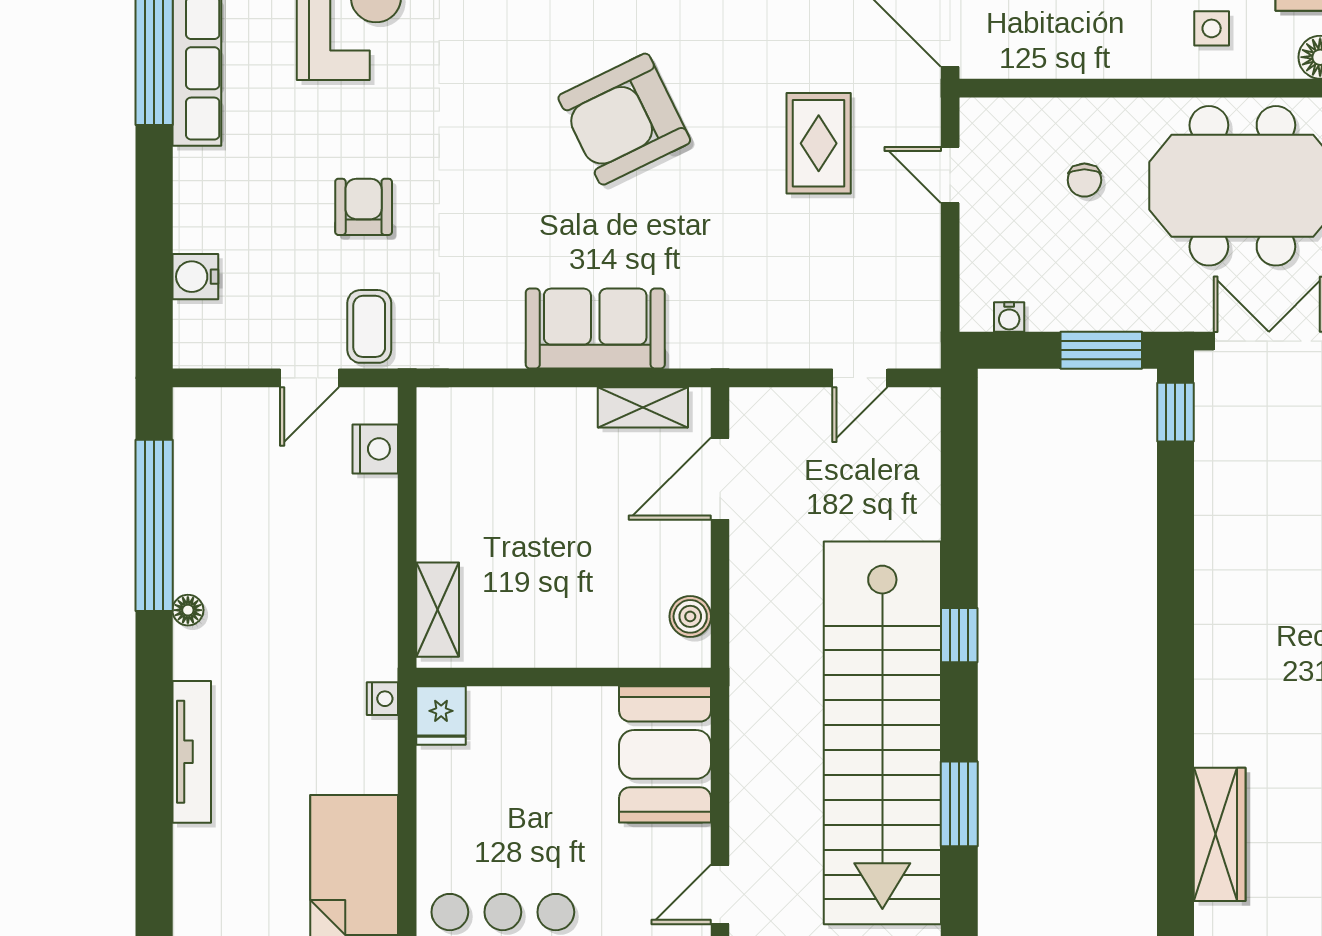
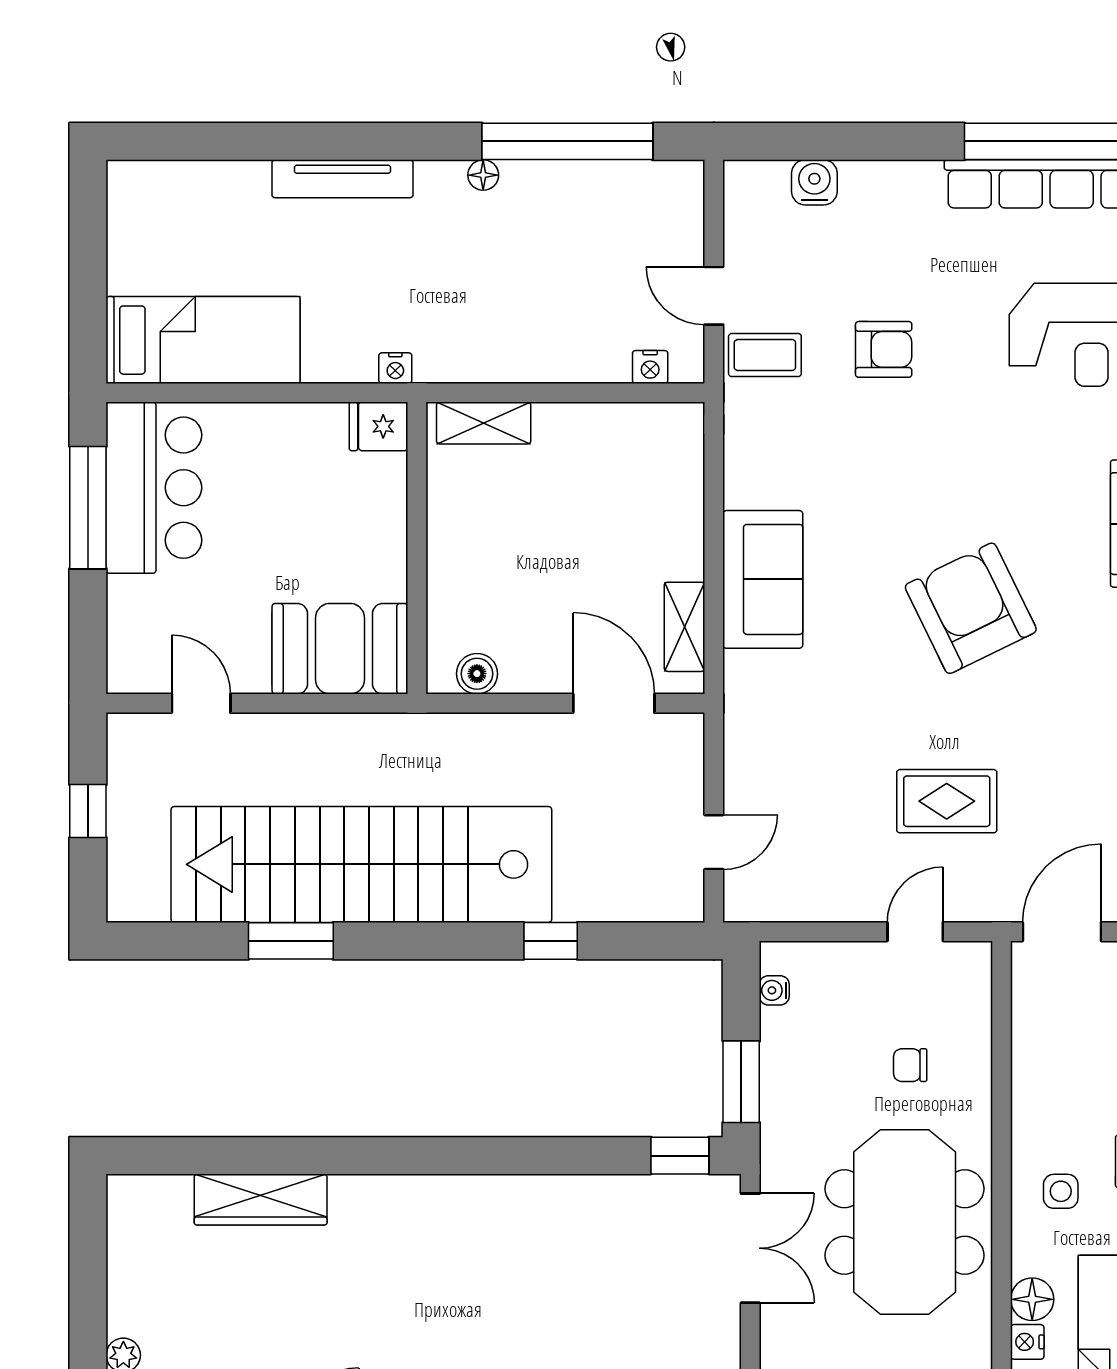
door: (860, 378) -> (714, 842), swing flipped
nightstand: (375, 449) -> (650, 367), width x0.72, depth x0.74
window: (959, 635) -> (551, 941), moved

